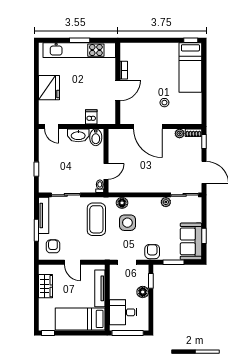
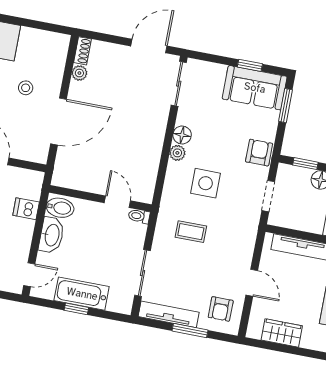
window: (204, 141) -> (99, 37), removed
bathtub: (46, 160) -> (82, 294), added
window: (36, 169) -> (76, 309), moved
plant: (166, 202) -> (177, 153), moved
floor lamp: (122, 203) -> (182, 135), moved
coffee table: (96, 219) -> (191, 232), width x0.54, depth x0.58
armchair: (53, 246) -> (221, 309), turned -90
armchair: (152, 252) -> (259, 153), turned 90
door: (72, 262) -> (252, 283), hinge flipped
window: (173, 262) -> (286, 106), moved

